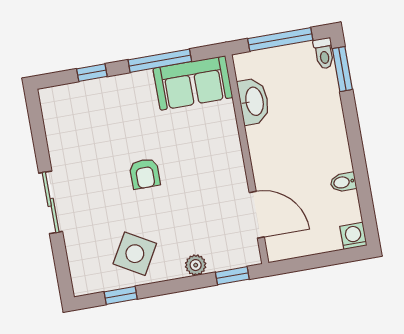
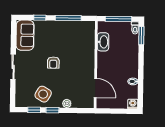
sofa: (193, 83) -> (25, 35), moved, turned -90
window: (232, 276) -> (52, 110), moved

